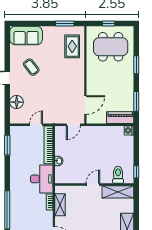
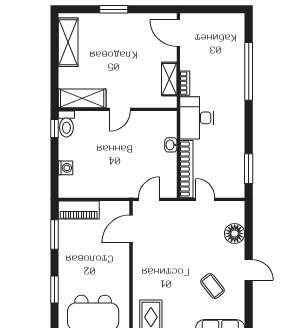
door: (36, 125) -> (205, 199), swing flipped
washing machine: (129, 130) -> (66, 168), moved
toilet: (118, 175) -> (66, 124), moved

